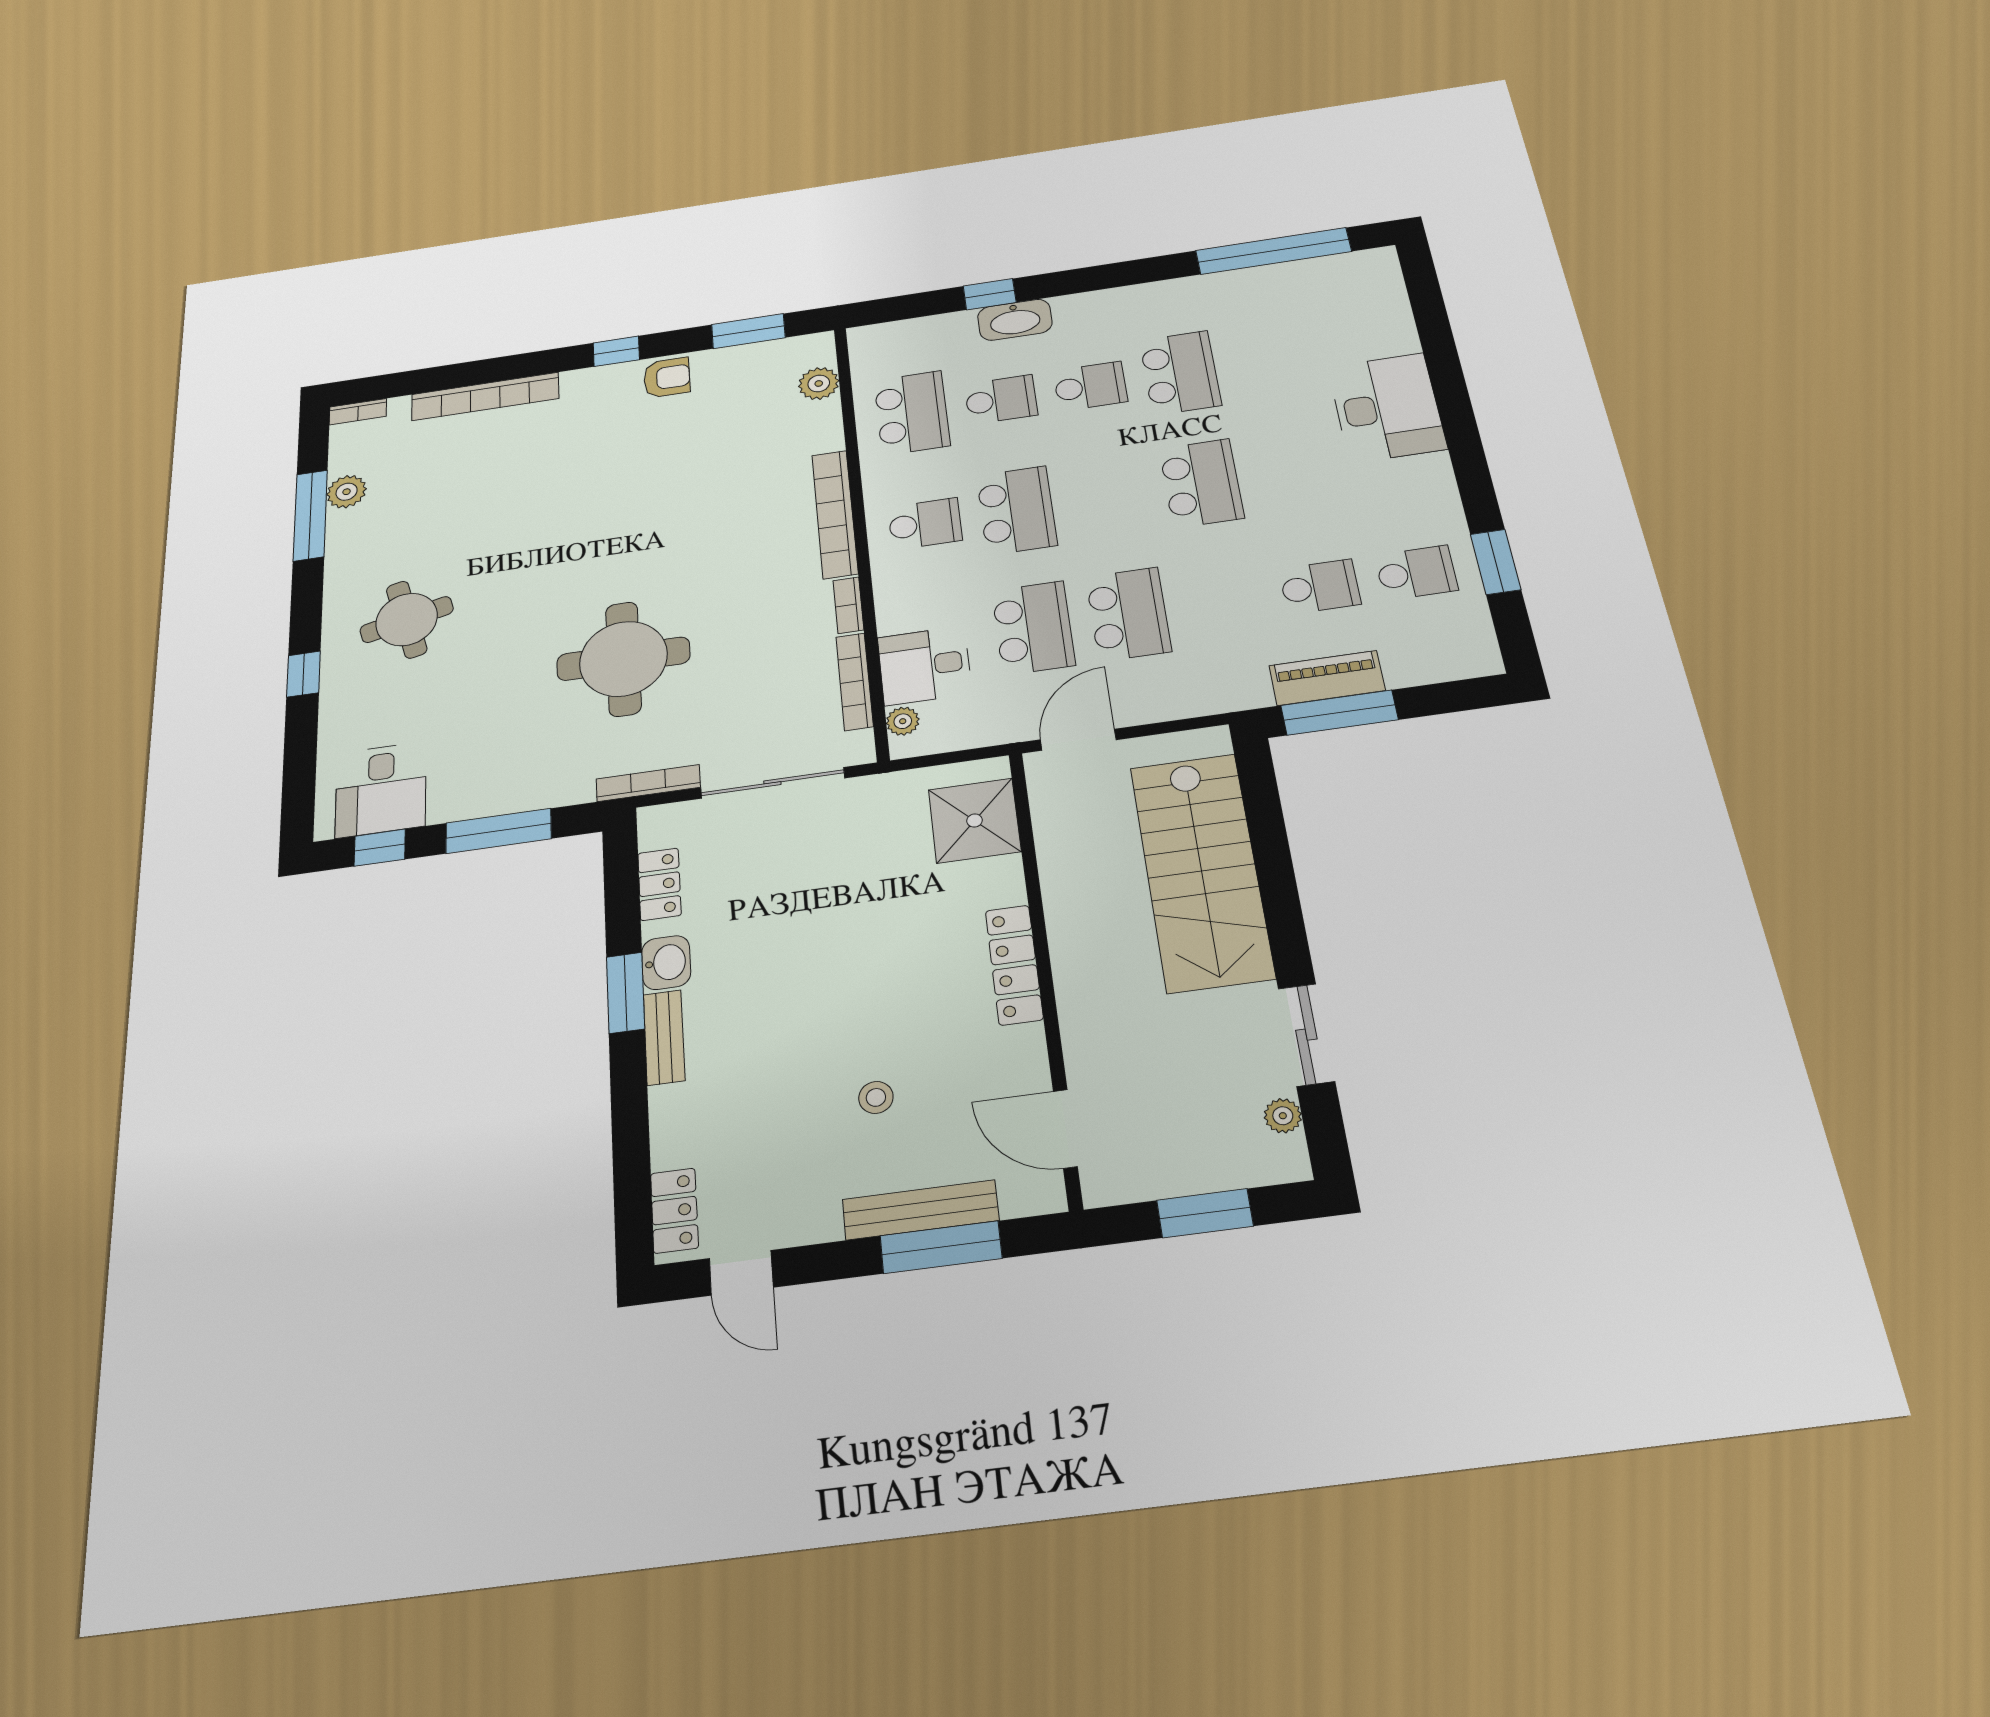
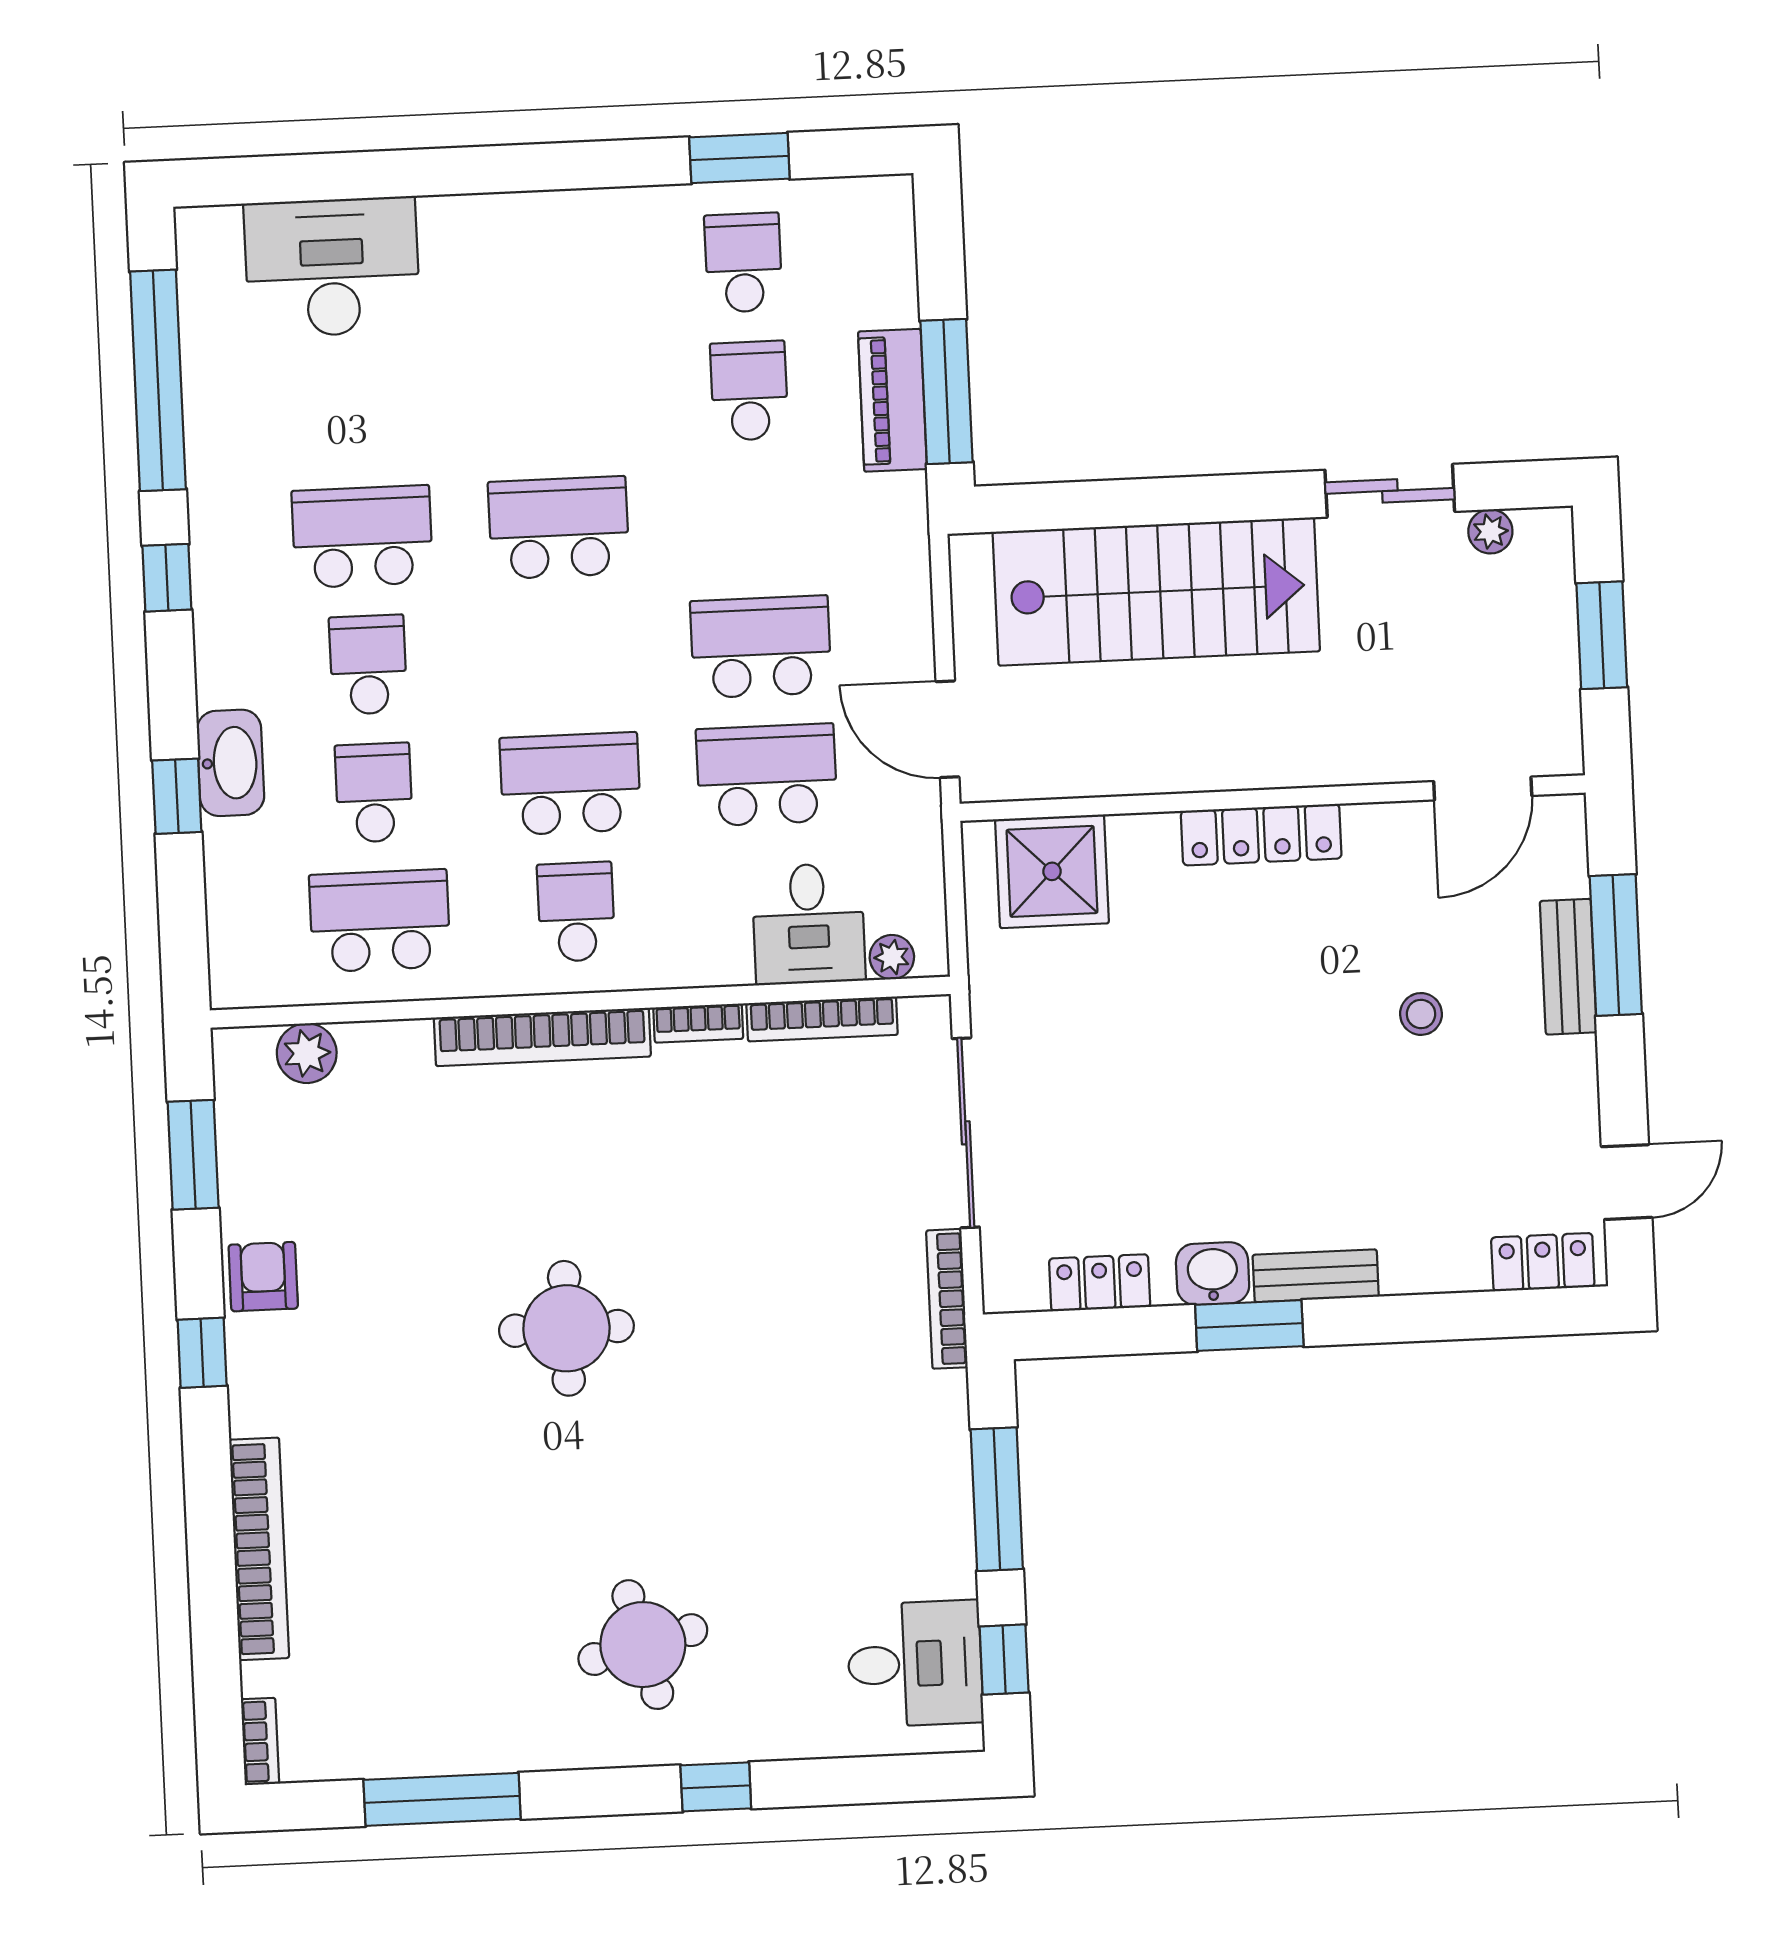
window: (1138, 272) -> (167, 578), added
desk: (1387, 408) -> (332, 267), moved
plant: (347, 492) -> (406, 1748), removed
round table: (623, 659) -> (566, 1328), moved, width x0.73, depth x0.73
bench: (920, 1210) -> (1568, 967), width x0.73

